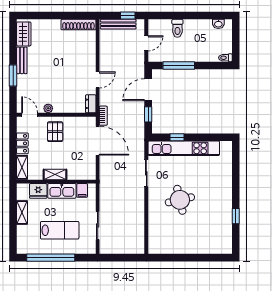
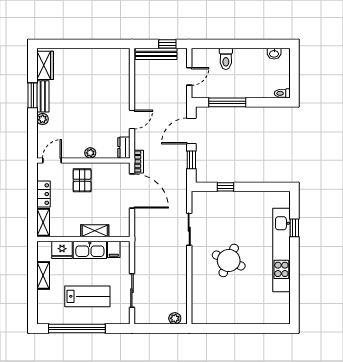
shoe rack: (78, 25) -> (109, 54), removed
window: (13, 75) -> (33, 95), moved
plant: (22, 80) -> (43, 119), added
plant: (48, 108) -> (90, 153), moved
door: (30, 115) -> (52, 160), hinge flipped
kitchen unit: (184, 148) -> (281, 250), moved, turned 90
shelving: (55, 175) -> (95, 231), moved
round table: (180, 200) -> (229, 260), turned 37
window: (236, 216) -> (294, 228), moved
plant: (134, 249) -> (175, 318), added

